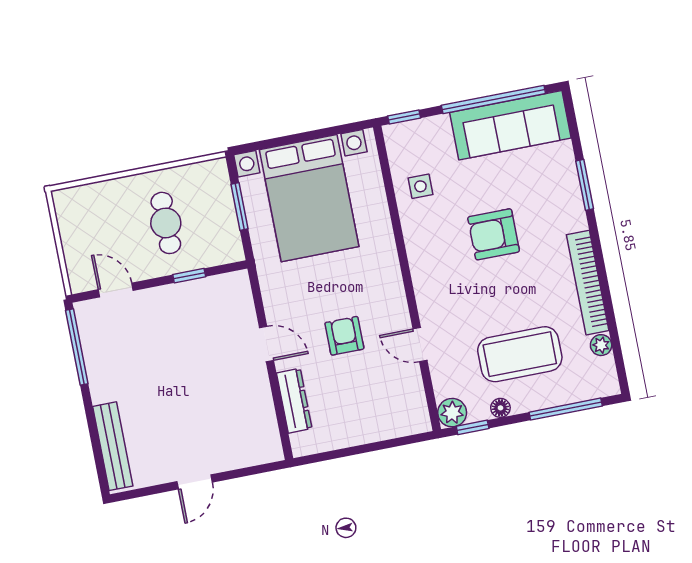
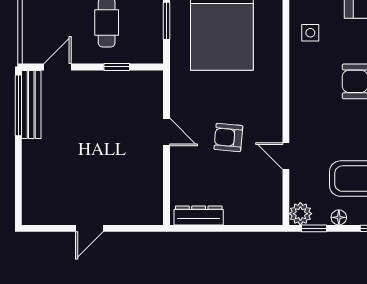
door: (116, 290) -> (57, 67), hinge flipped
armchair: (344, 336) -> (228, 137), turned -85
dresser: (294, 401) -> (199, 215), moved, turned -90
bench: (113, 446) -> (31, 104), moved

